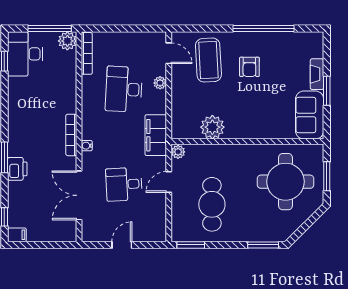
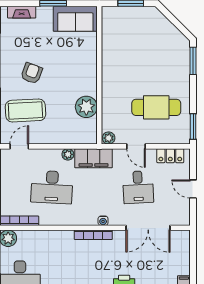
armchair: (249, 67) -> (32, 73), turned -70
fireplace: (317, 74) -> (22, 12), moved
plant: (160, 83) -> (68, 154), moved
round table: (285, 182) -> (136, 41), removed
locker: (159, 220) -> (170, 156), added

